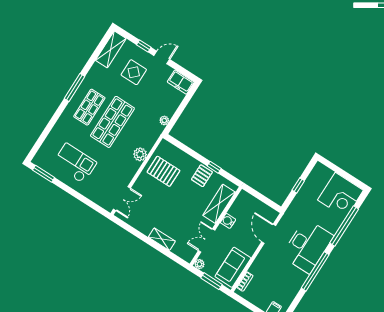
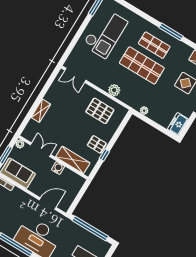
checkout: (75, 163) -> (105, 33), width x1.36, depth x1.21
pallet: (163, 171) -> (100, 111), turned 90
window: (298, 185) -> (90, 228), width x3.17

